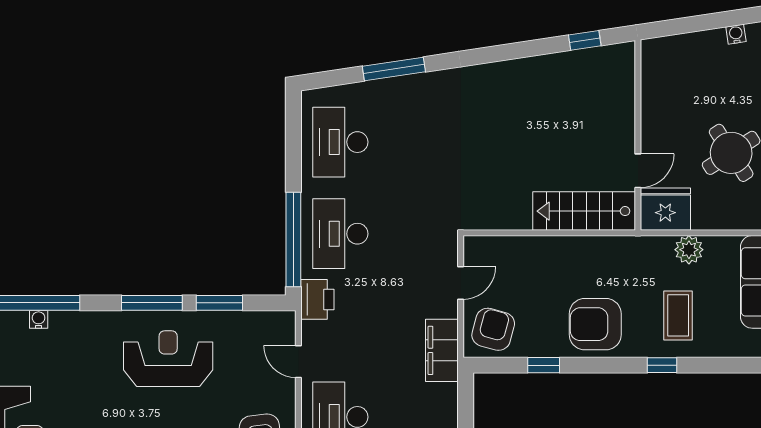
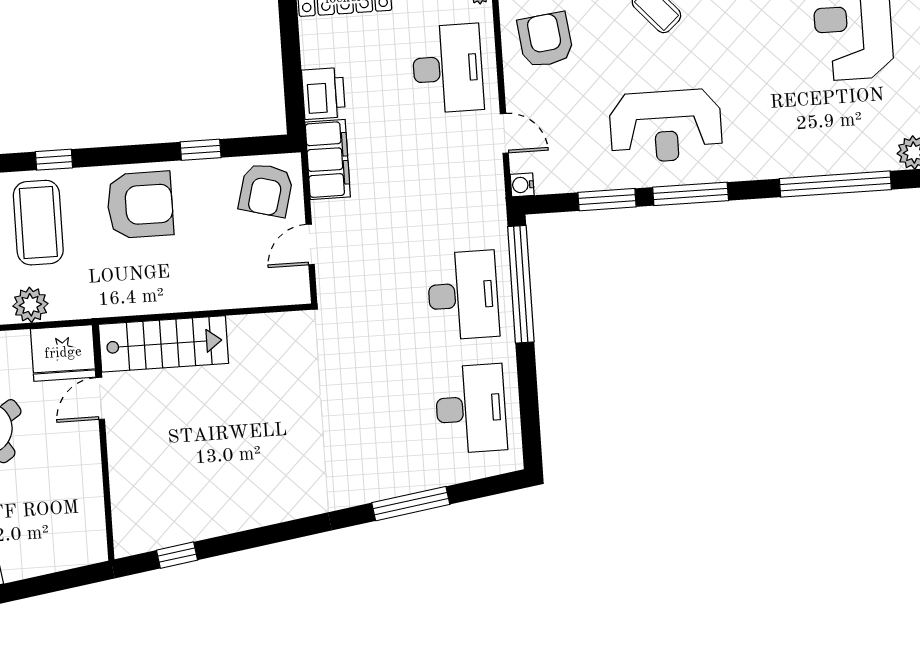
printer: (317, 299) -> (323, 93), moved, turned 180
coffee table: (678, 315) -> (38, 223), width x1.36, depth x1.32
water cooler: (39, 319) -> (522, 185), moved, turned 90

